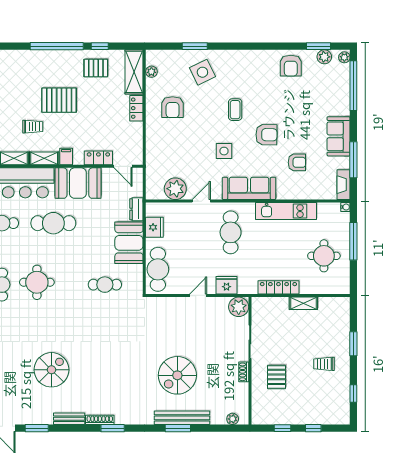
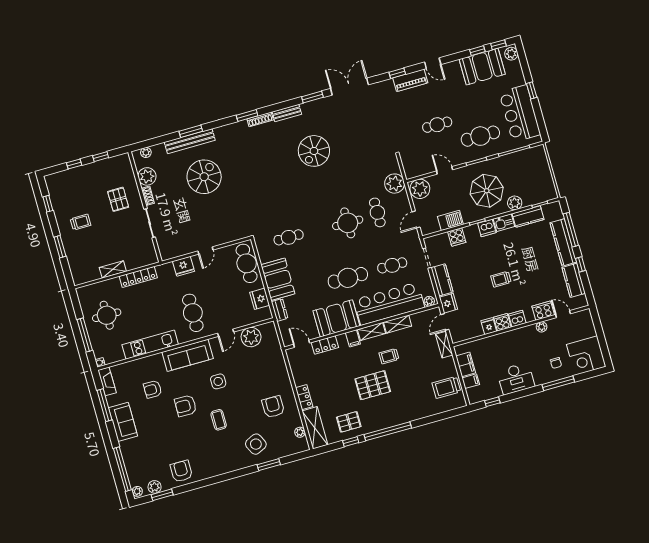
plant: (239, 307) -> (147, 176), moved

